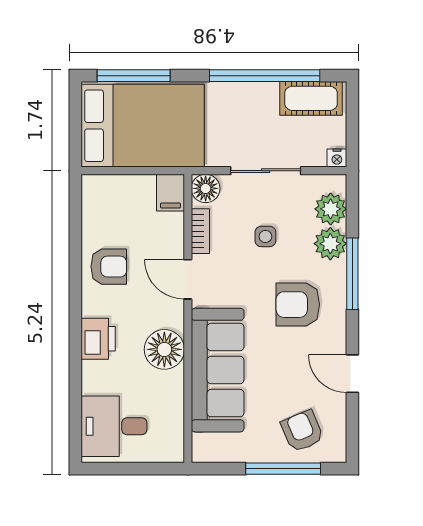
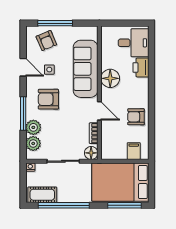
filing cabinet: (171, 193) -> (134, 151), moved
side table: (265, 236) -> (49, 70), moved
armchair: (298, 305) -> (48, 99), turned 180
printer: (98, 339) -> (141, 67), moved

